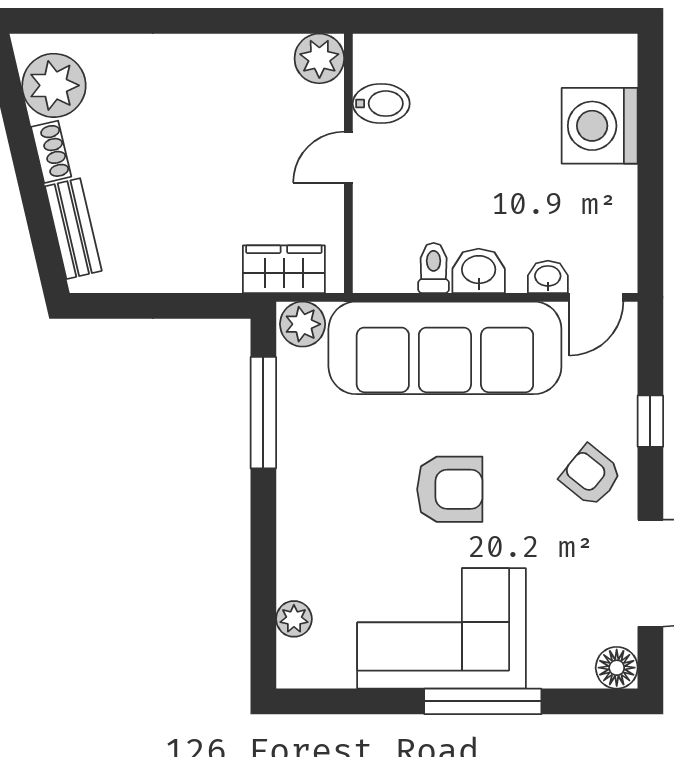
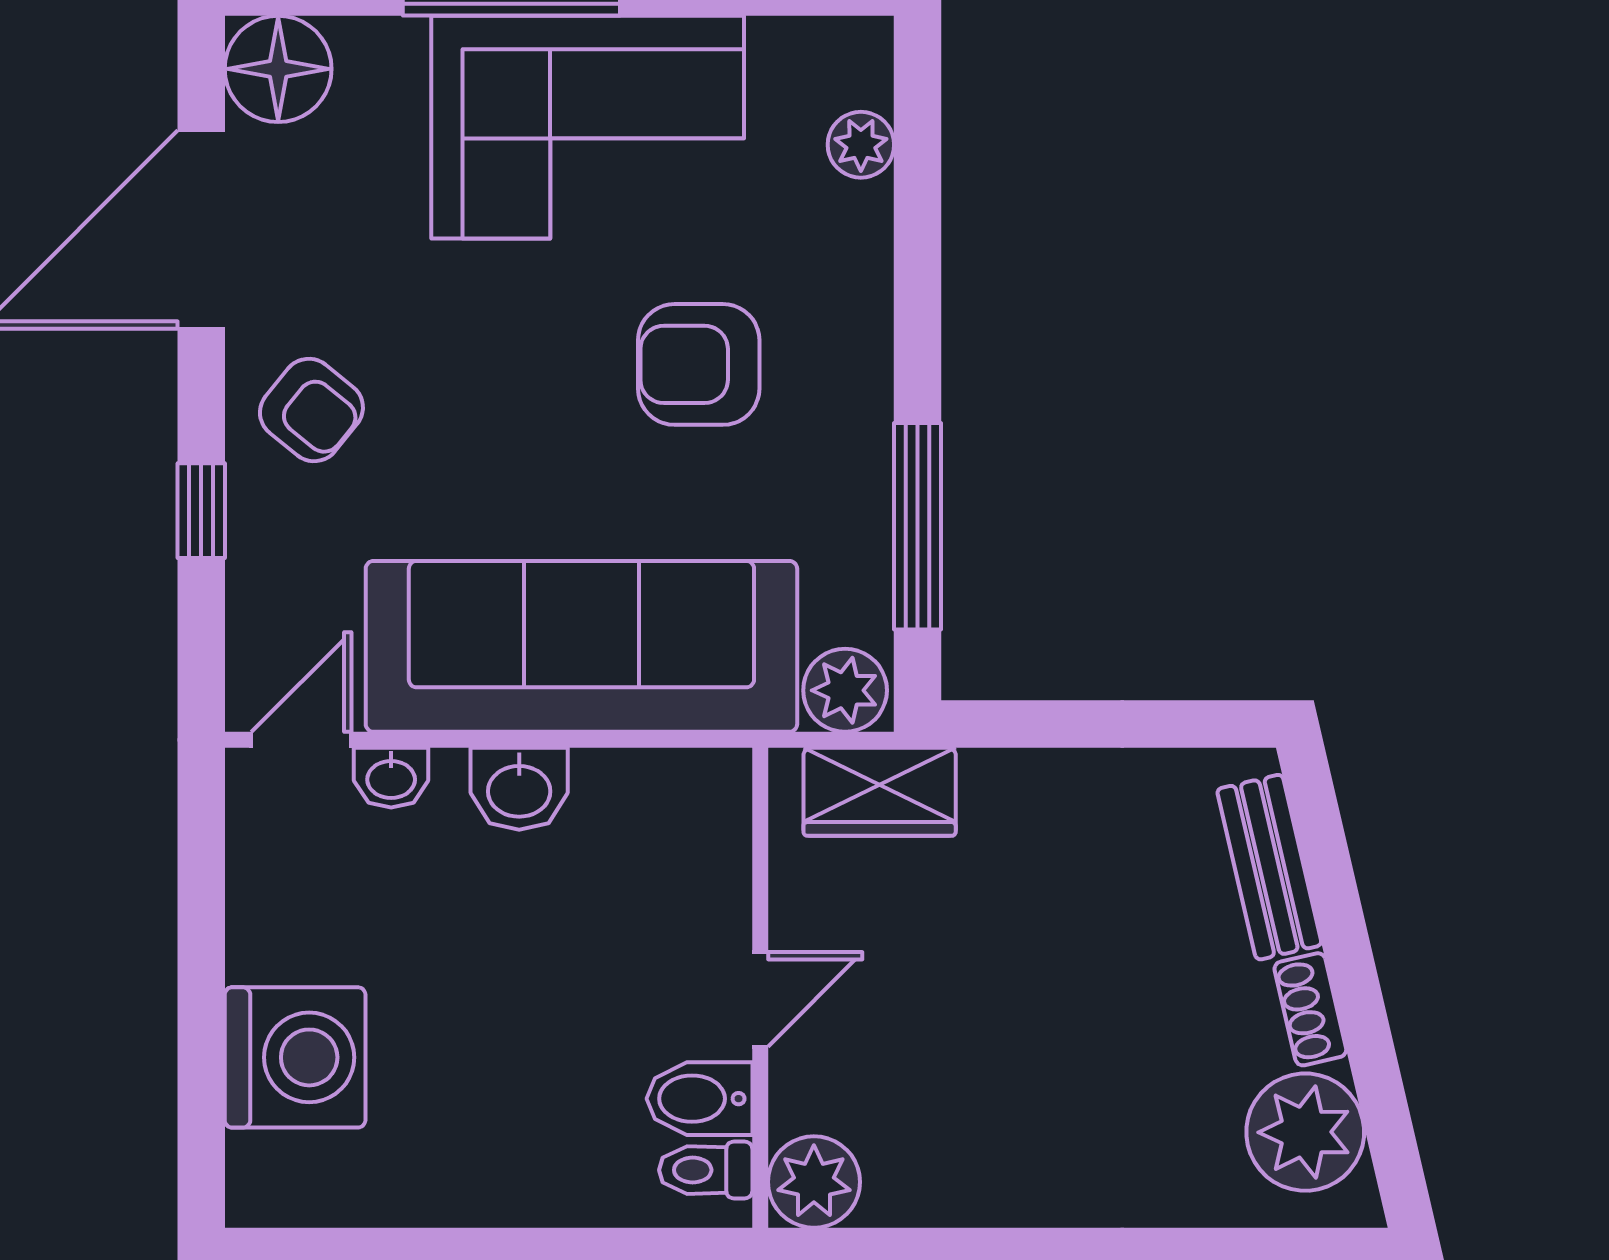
toilet: (434, 268) -> (706, 1170), moved, turned 90
armchair: (450, 489) -> (699, 364), moved
floor lamp: (617, 668) -> (278, 69), width x1.38, depth x1.38

